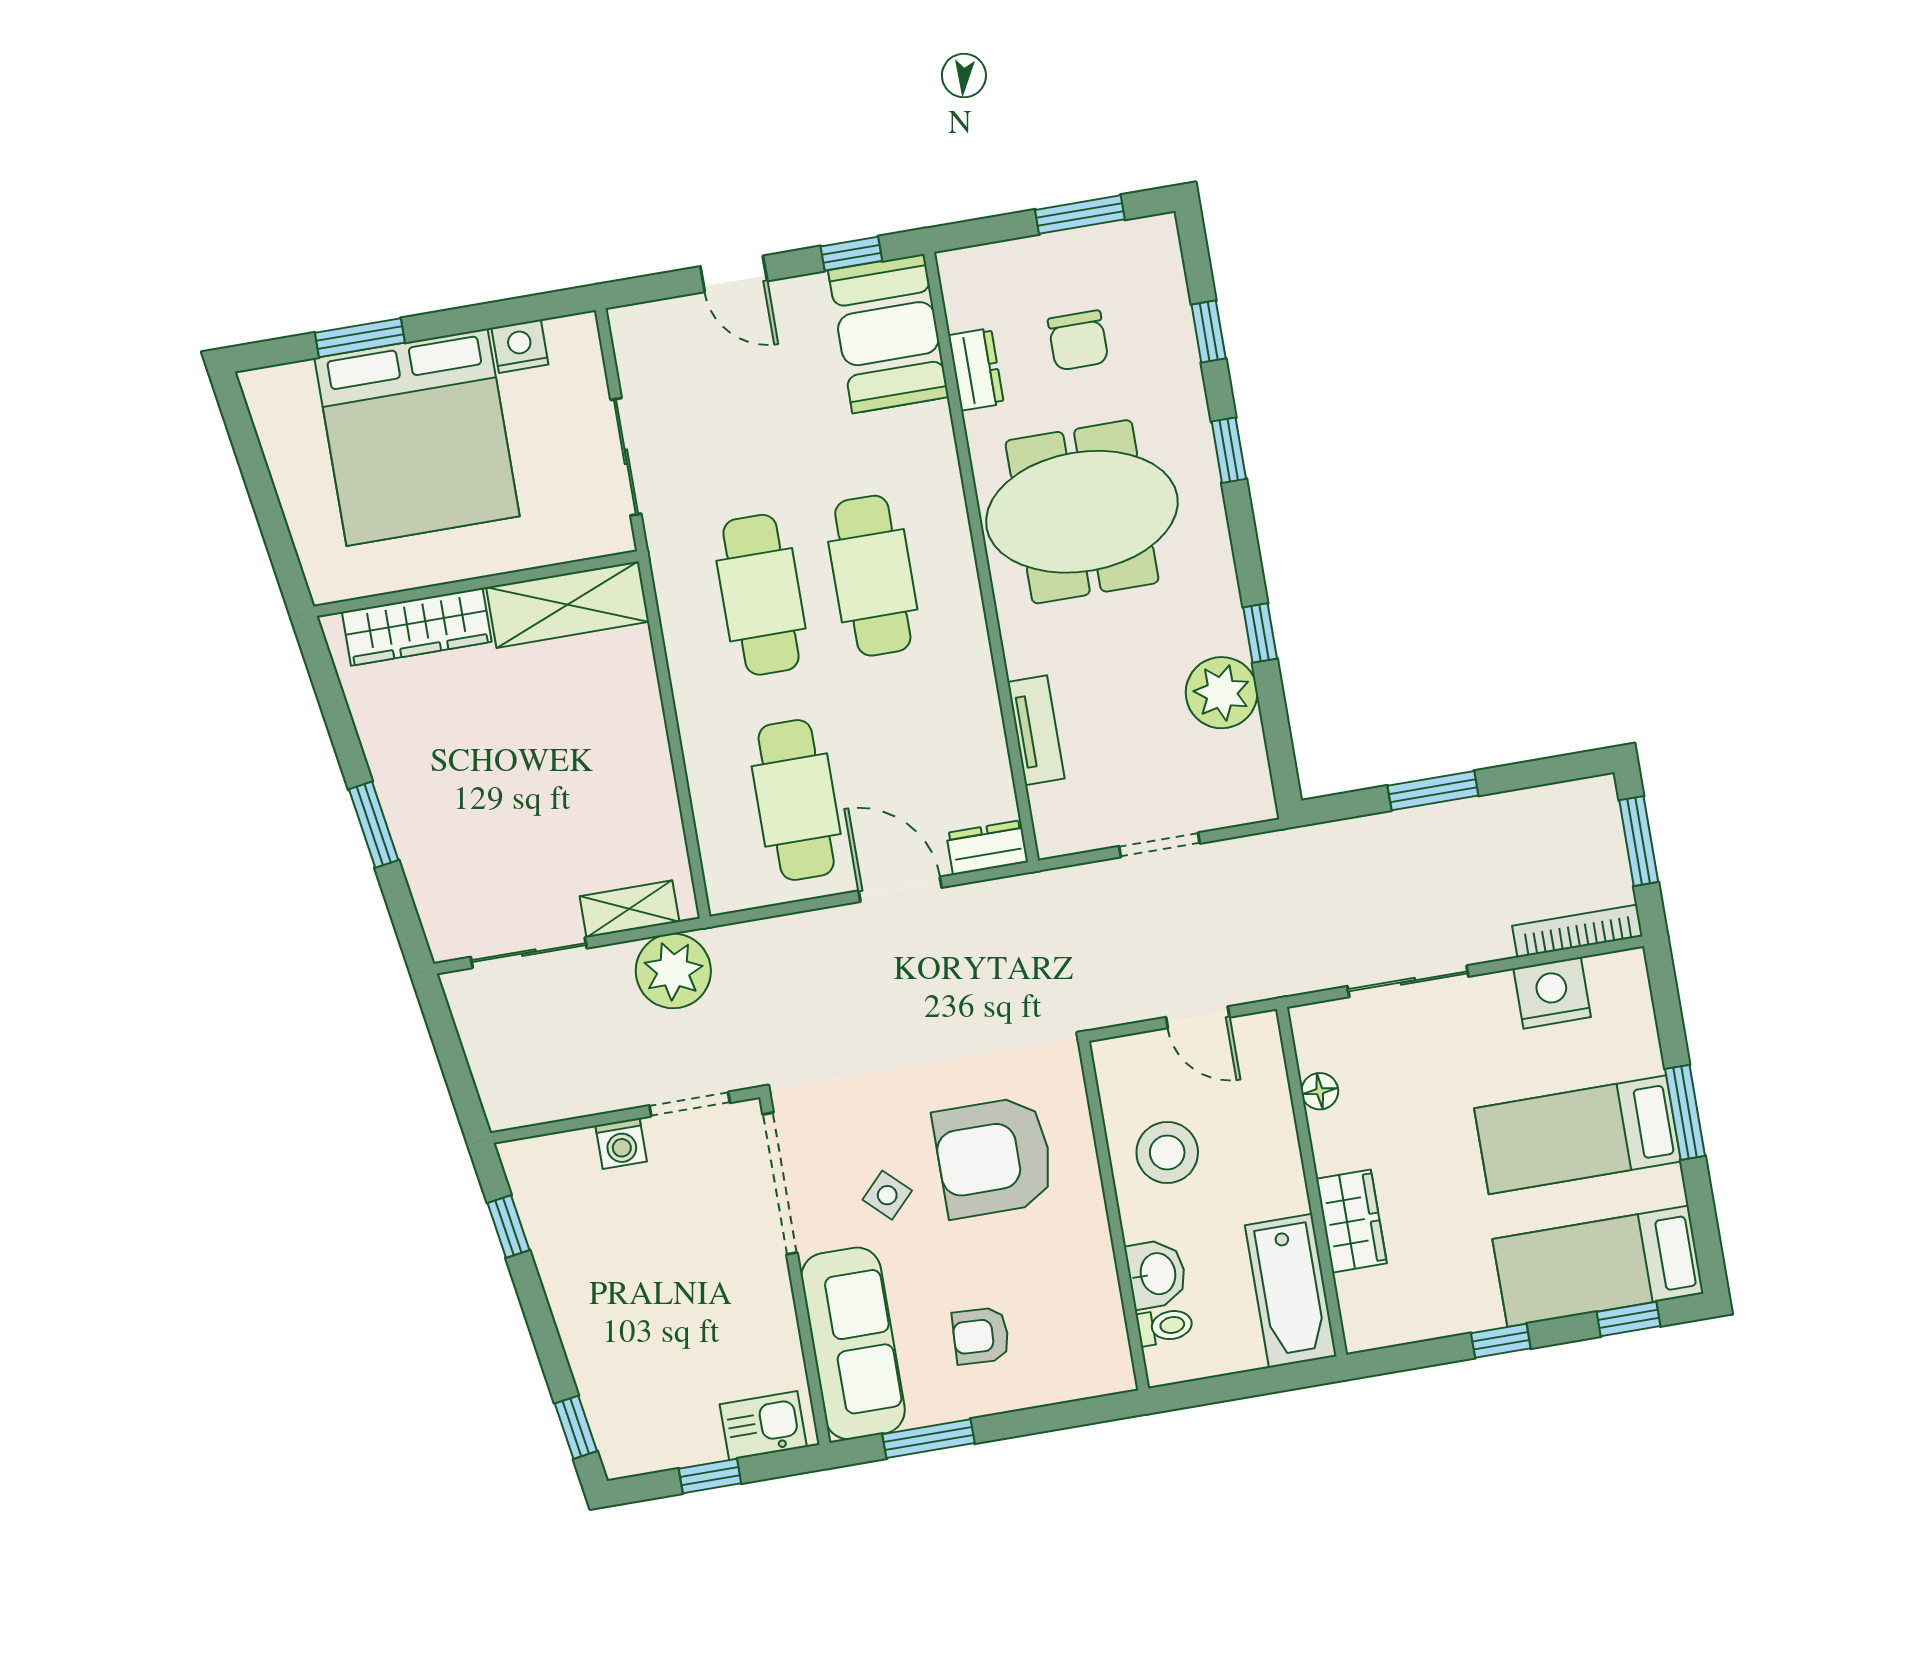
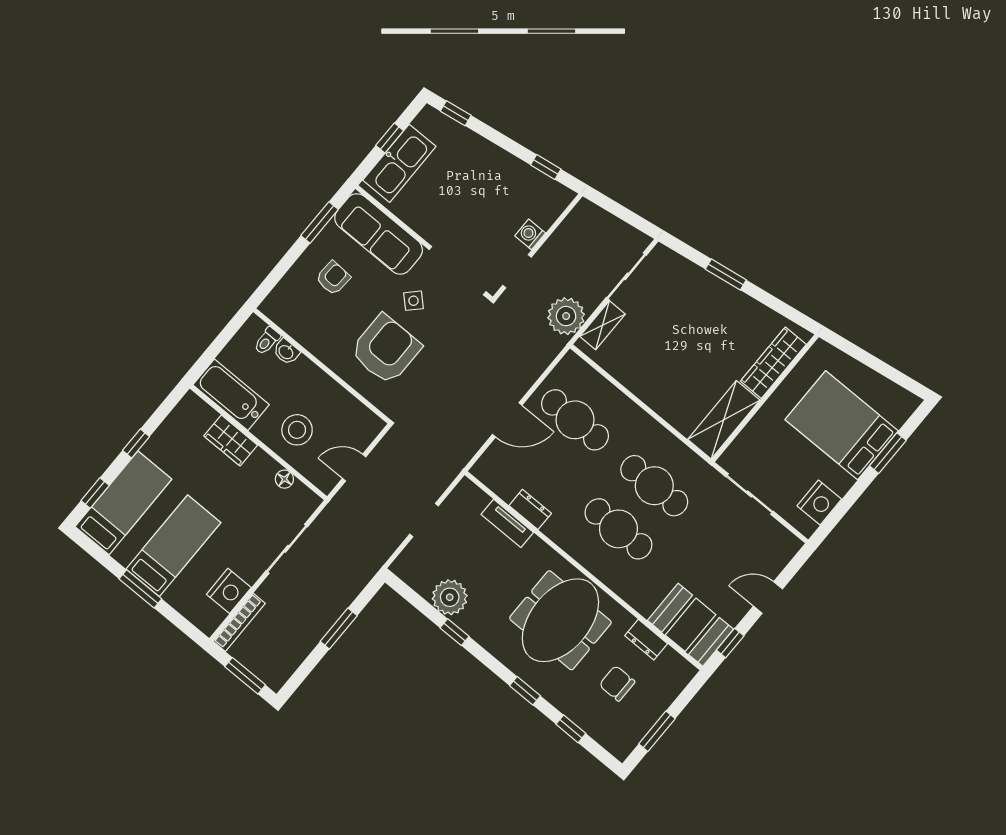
nightstand: (520, 346) -> (819, 503), width x1.36, depth x1.33
bed: (417, 437) -> (842, 425), width x0.73
dresser: (987, 848) -> (530, 509), moved, turned -90
stool: (1167, 1152) -> (297, 430), moved
washbasin: (1156, 1274) -> (286, 352), width x0.72, depth x0.69
kitchen sink: (763, 1426) -> (399, 163), width x1.87, depth x1.24

